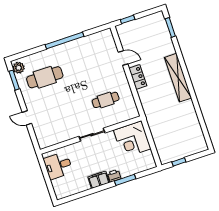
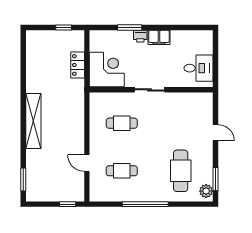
cafe table: (93, 61) -> (122, 171), added
cafe table: (45, 77) -> (181, 171), turned 90
locker: (138, 77) -> (78, 65), moved

